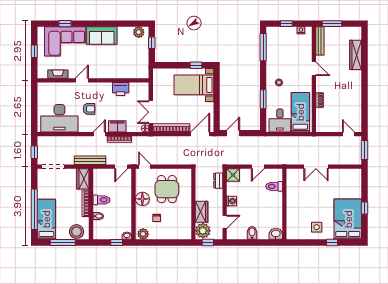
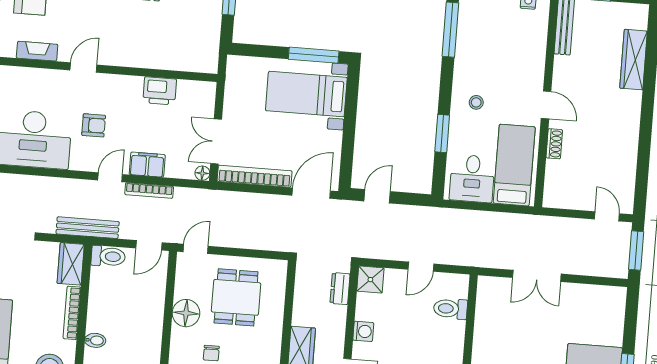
window: (196, 65) -> (314, 55), width x2.17
door: (314, 69) -> (546, 105), moved
door: (145, 167) -> (196, 249), hinge flipped
toilet: (101, 200) -> (108, 256), moved

